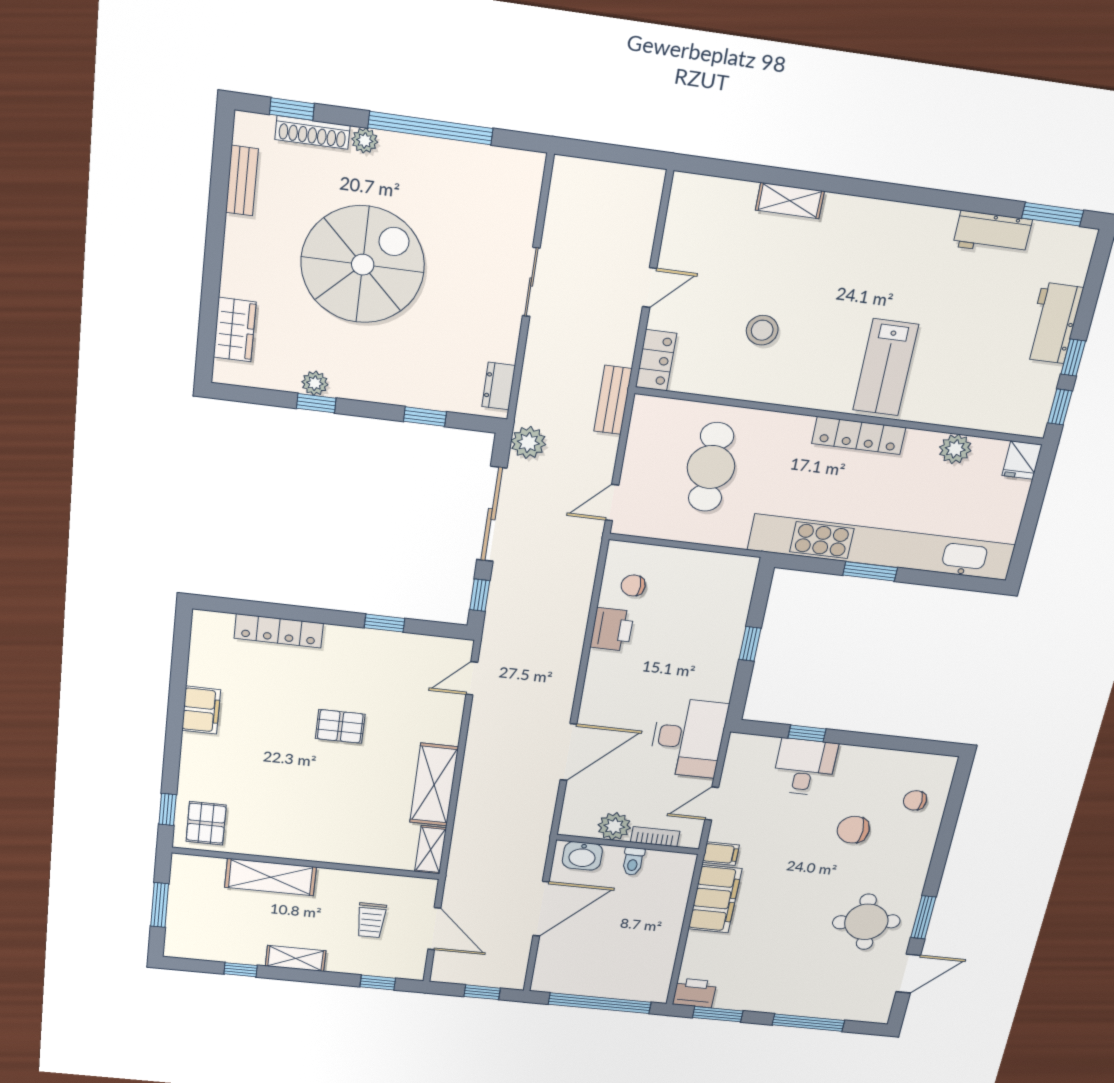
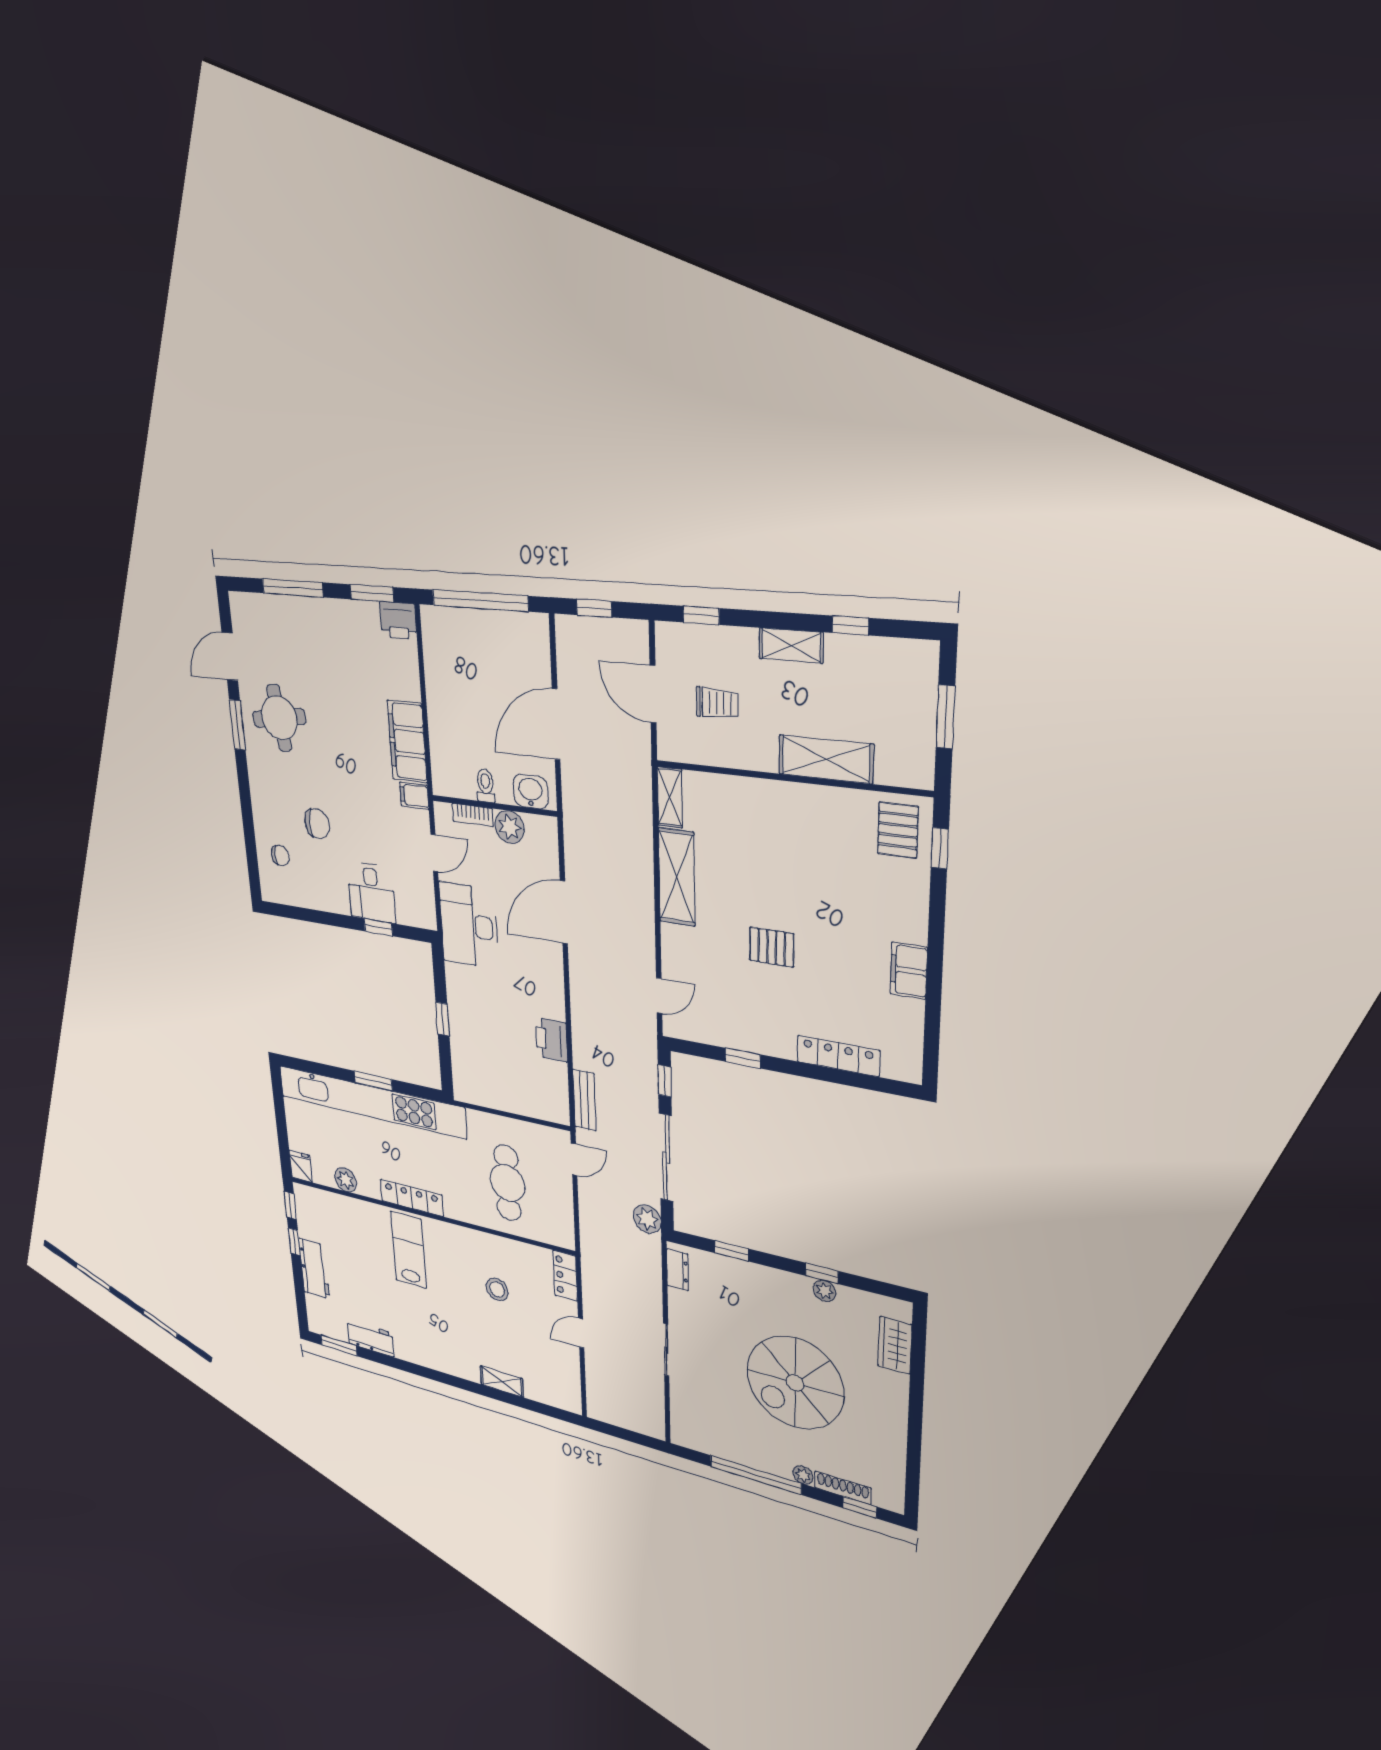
bench: (242, 181) -> (895, 1462), removed
bench: (613, 400) -> (584, 1100), moved
chair: (633, 585) -> (543, 1081), removed
trolley: (371, 920) -> (717, 703), turned 90

